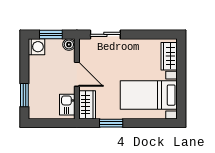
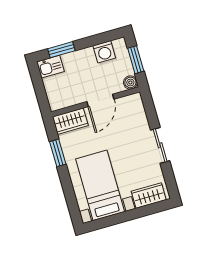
sliding door: (105, 34) -> (160, 145), moved
washing machine: (37, 47) -> (104, 52), moved
kitchen sink: (67, 105) -> (50, 67), moved, turned 180

